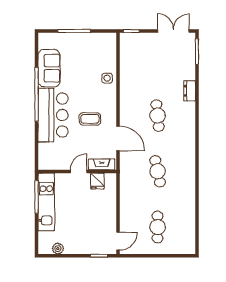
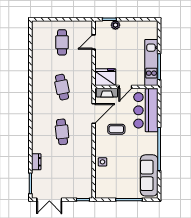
sofa: (49, 68) -> (149, 175), width x1.36
dresser: (190, 91) -> (36, 162), moved
bar counter: (53, 115) -> (146, 110), moved
door: (118, 138) -> (94, 114), swing flipped
fridge: (97, 181) -> (106, 77), width x1.88, depth x1.34
door: (118, 241) -> (94, 42), moved
plant: (58, 248) -> (115, 25), moved

